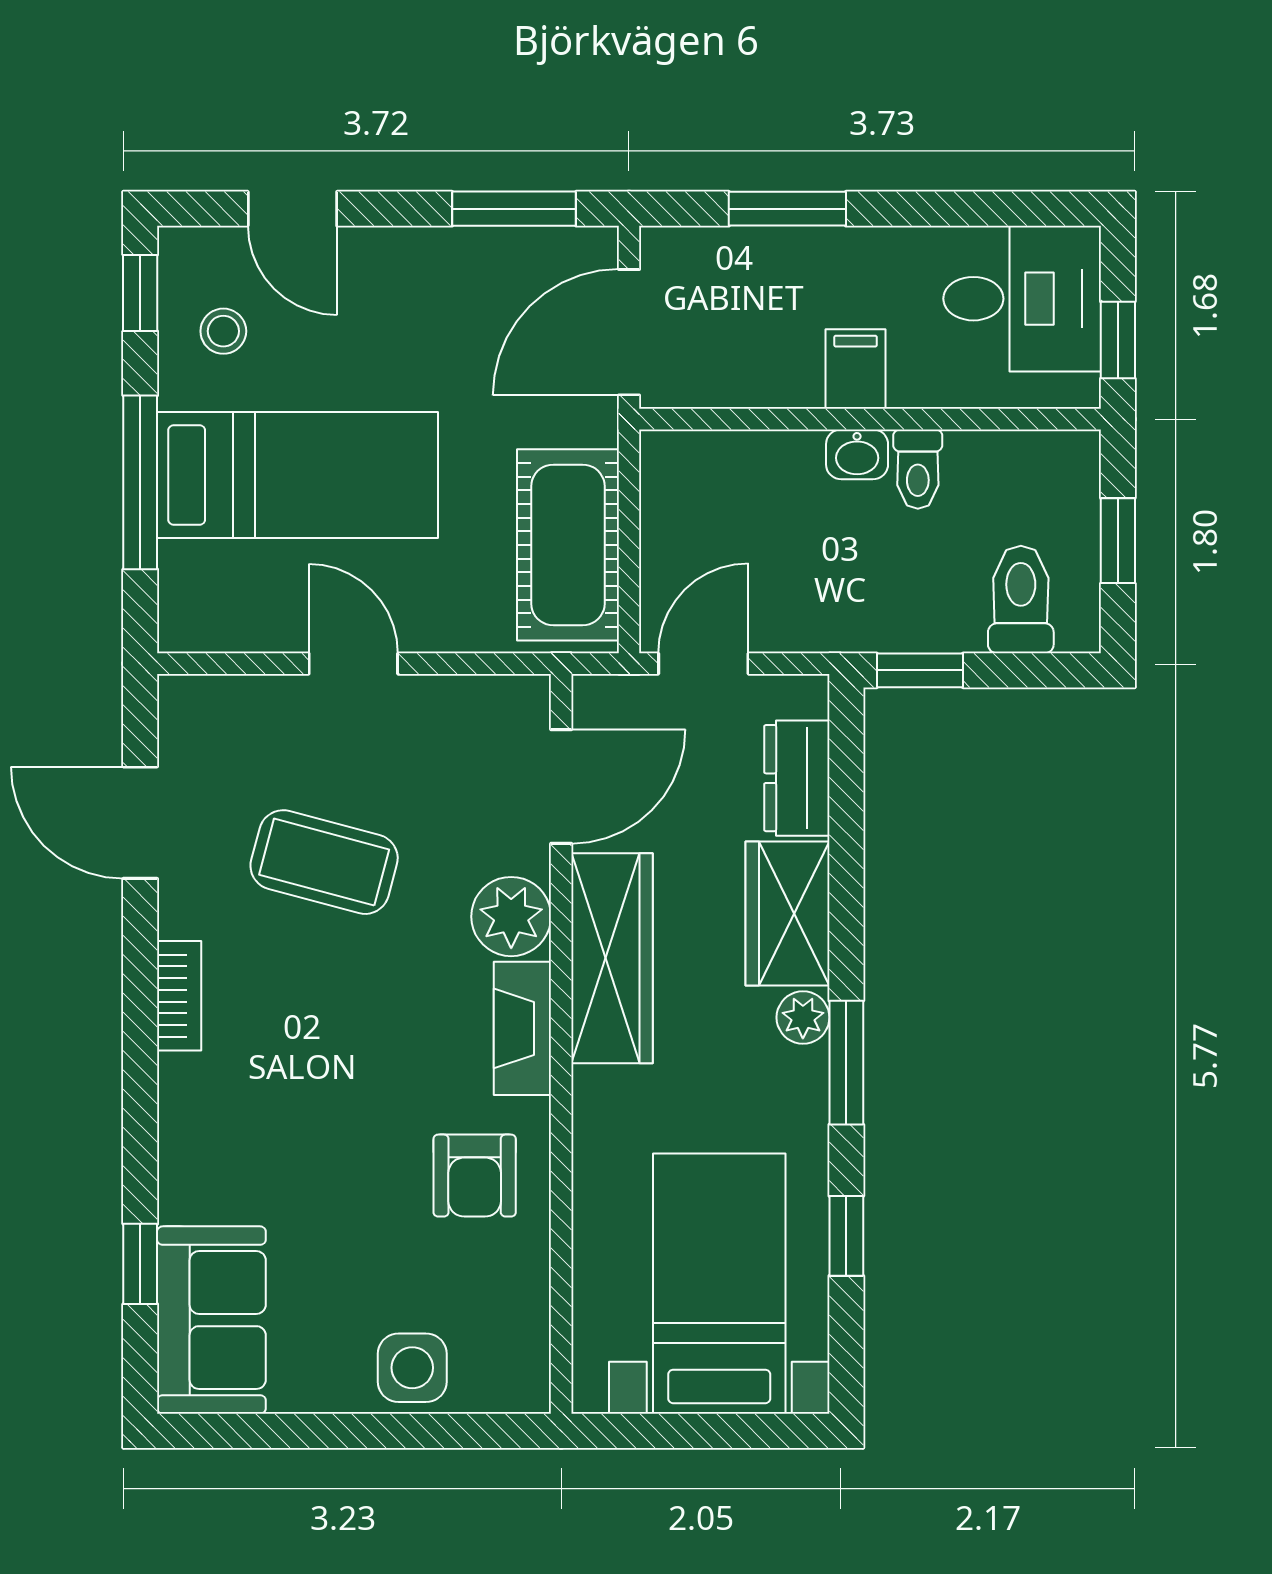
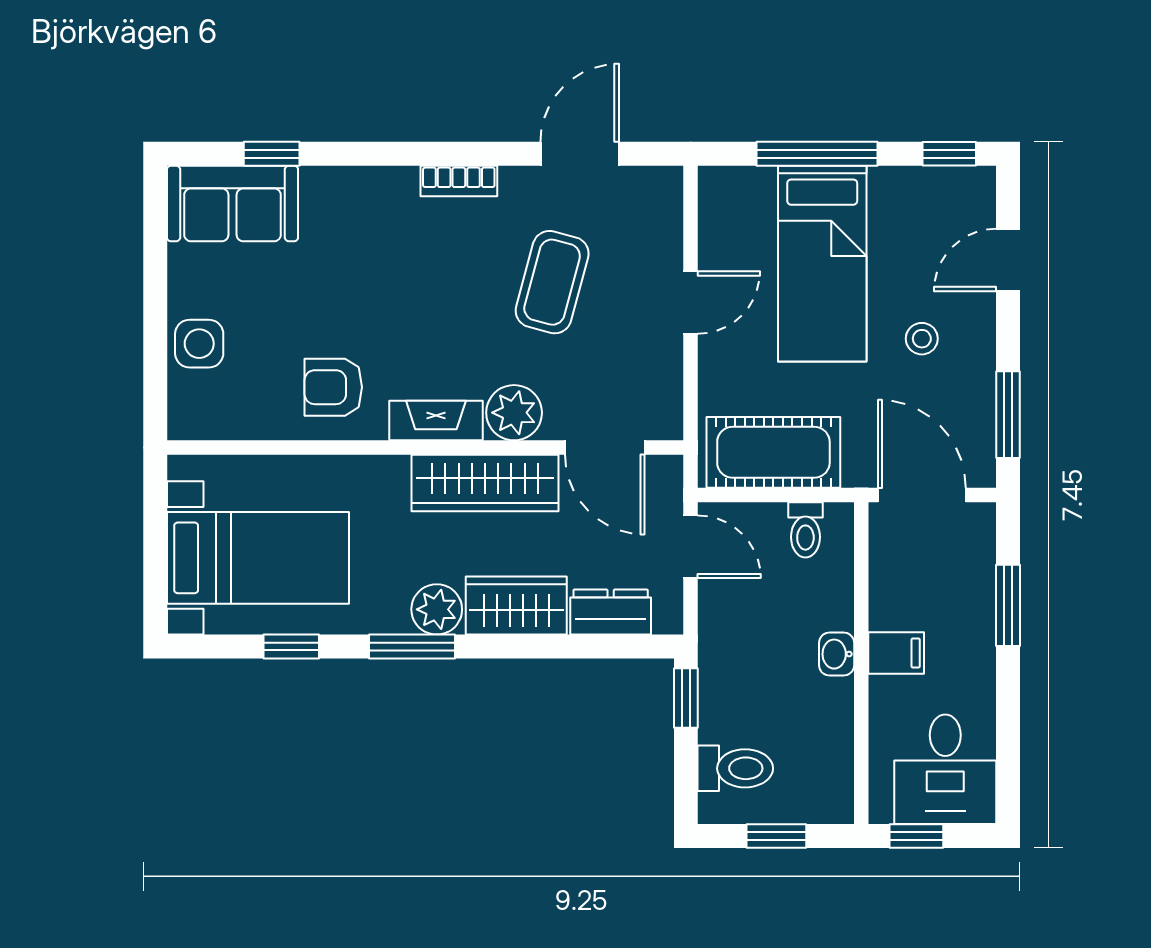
stool: (223, 331) -> (922, 339), moved
toilet: (918, 469) -> (805, 530), moved, turned -90
plant: (803, 1017) -> (437, 609), width x1.38, depth x1.38

